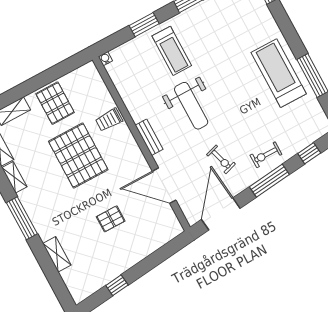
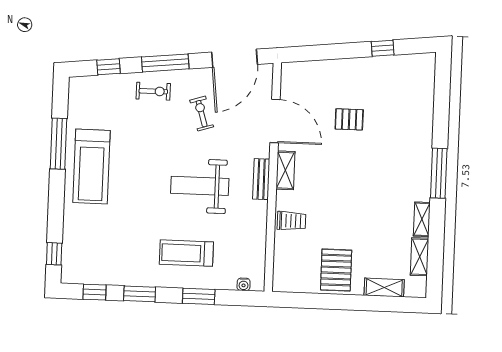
treadmill: (172, 51) -> (186, 253), turned -90
water cooler: (105, 59) -> (244, 284), moved
weight bench: (191, 106) -> (200, 186), turned -90
pallet: (78, 155) -> (344, 203), removed
shelving: (57, 254) -> (285, 170), moved

